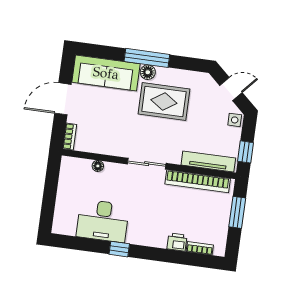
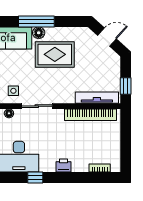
side table: (235, 120) -> (13, 91), moved
sliding door: (147, 164) -> (37, 106), moved
window: (237, 212) -> (126, 135), removed
printer: (177, 242) -> (63, 166), moved

